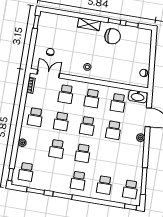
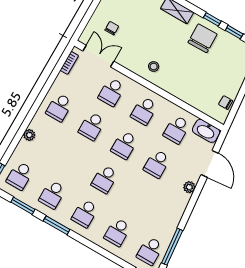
chair: (113, 36) -> (203, 38), turned -91
school desk: (57, 149) -> (52, 195), moved

